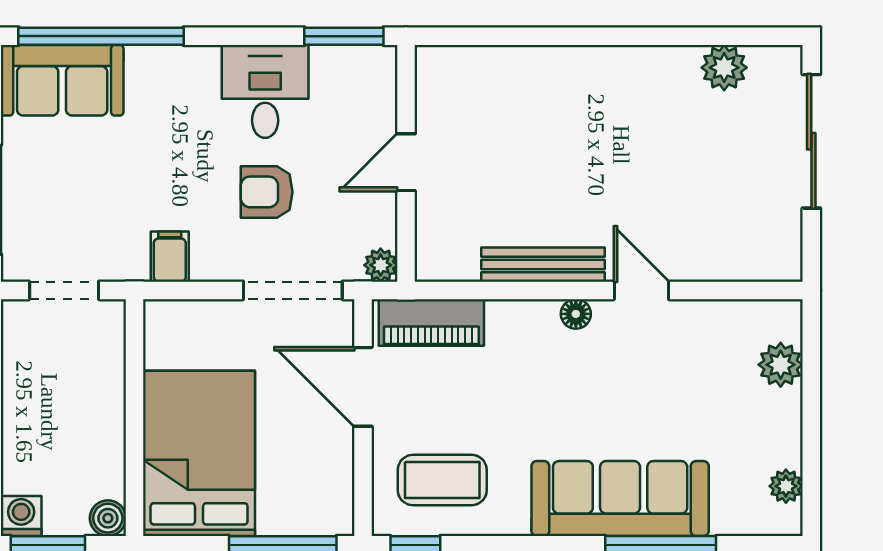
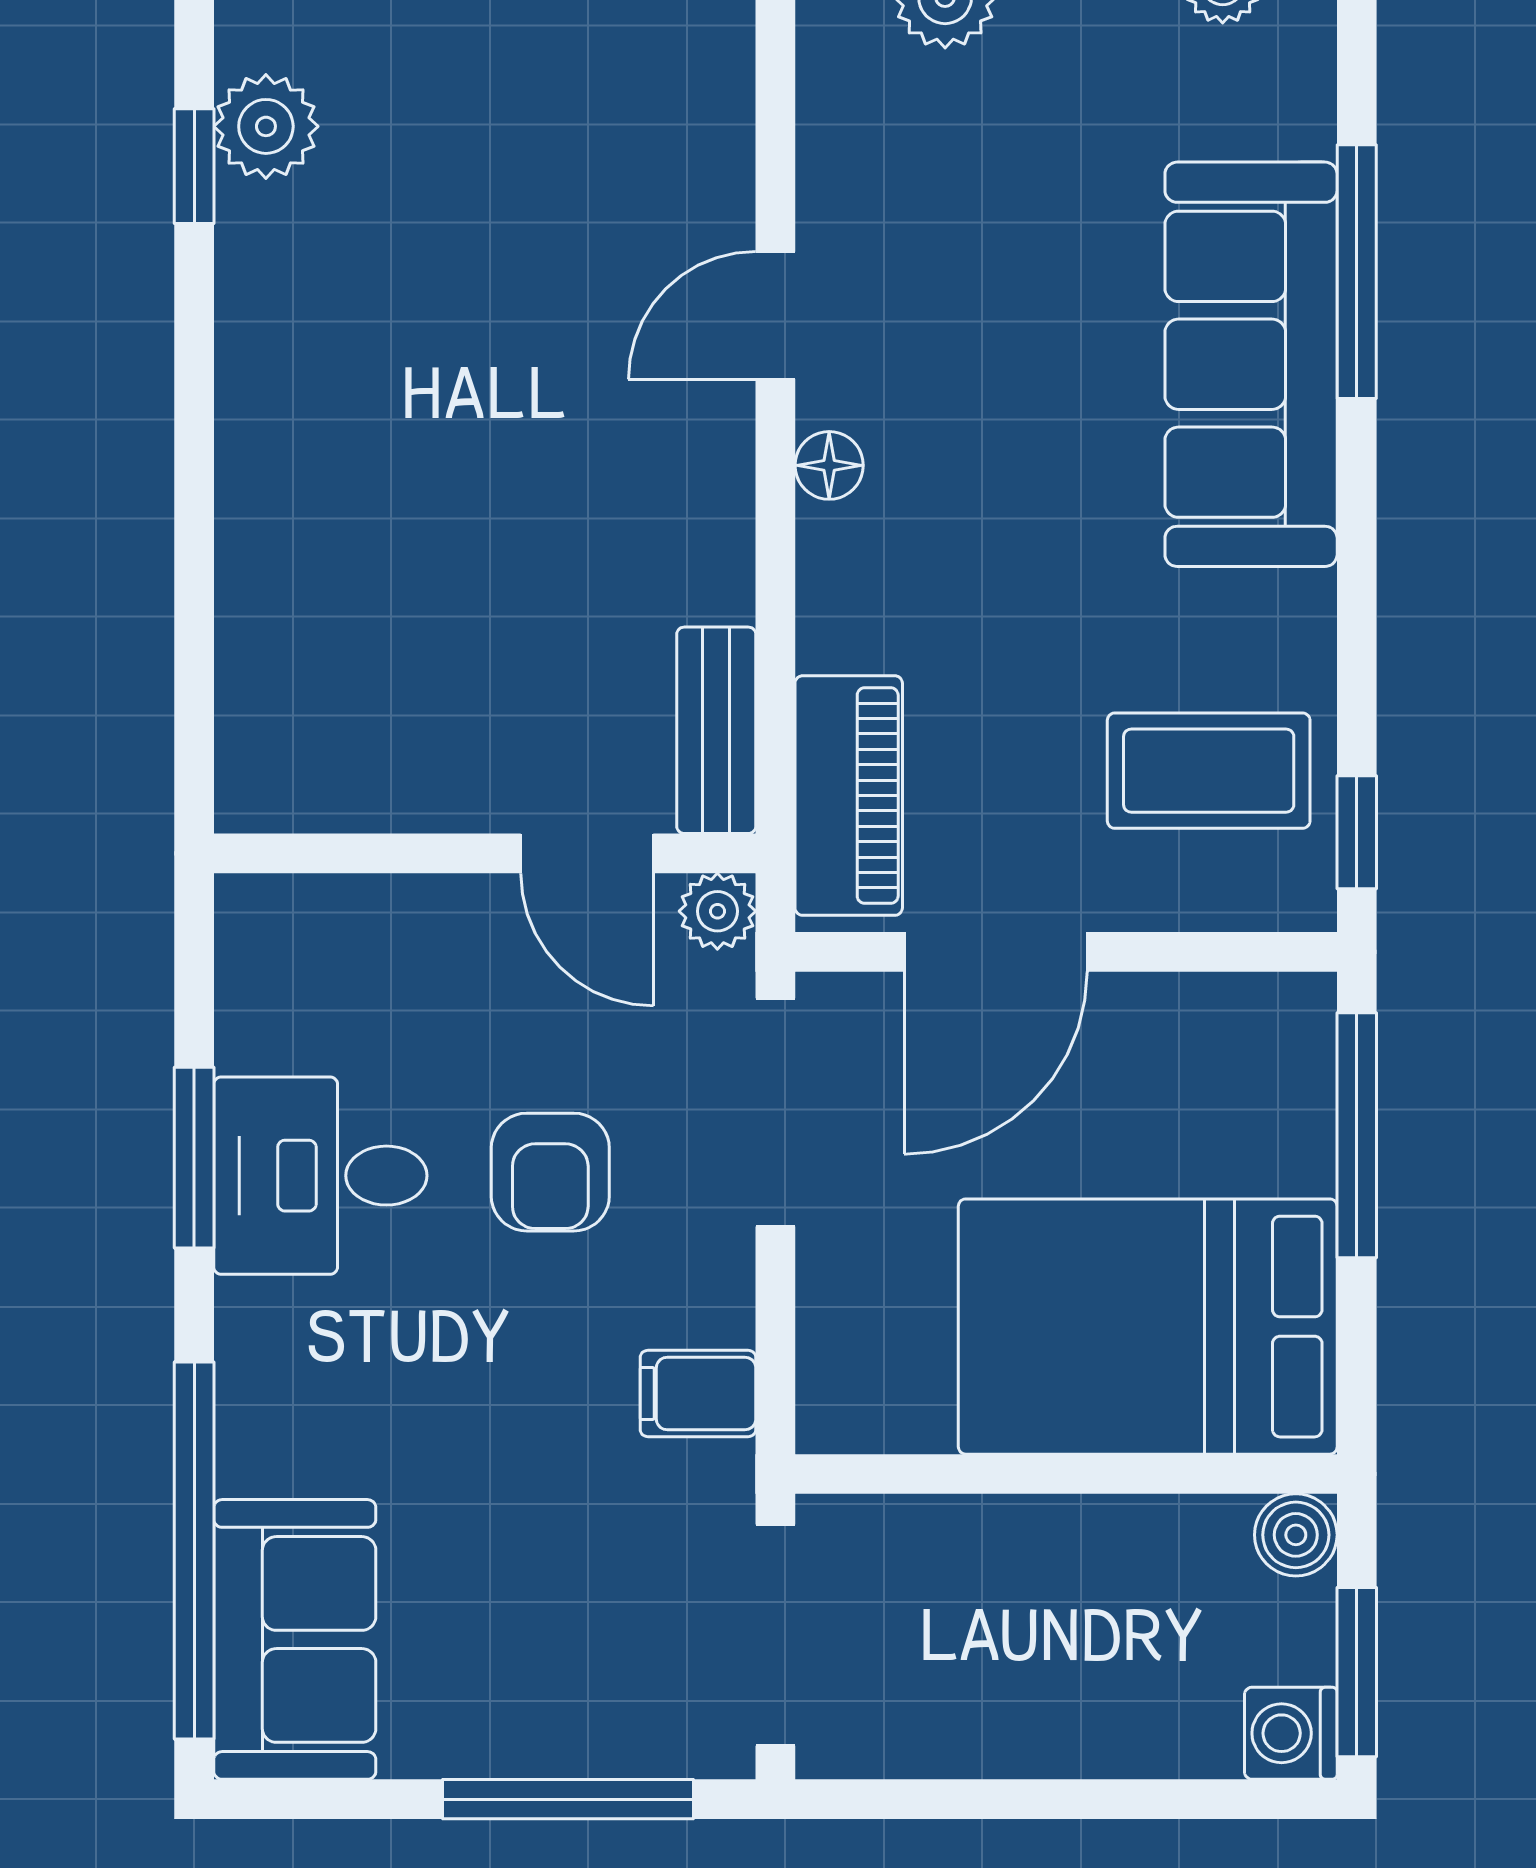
window: (344, 36) -> (194, 1158), moved
window: (707, 36) -> (194, 166), added
door: (406, 162) -> (587, 853), moved
bench: (543, 265) -> (716, 730), moved, width x0.73
doorway: (64, 290) -> (775, 1635), width x1.38
coffee table: (442, 480) -> (1209, 771), turned 90

